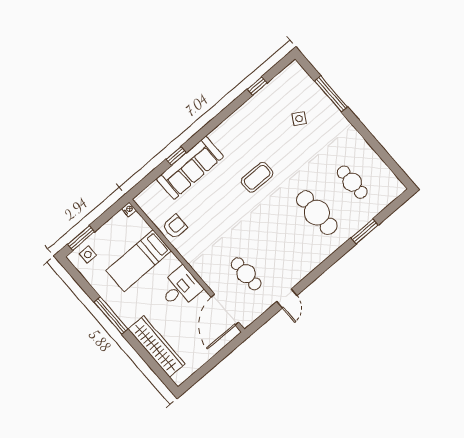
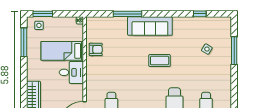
window: (176, 156) -> (128, 14), width x2.17
sofa: (190, 168) -> (150, 26), moved
desk: (180, 288) -> (71, 72), moved
window: (111, 316) -> (24, 42), moved

